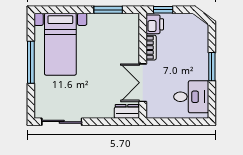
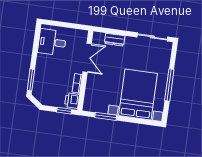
bed with nightstands: (60, 44) -> (138, 94), width x1.36
window: (212, 67) -> (31, 80), moved
dresser: (127, 111) -> (115, 40), moved

